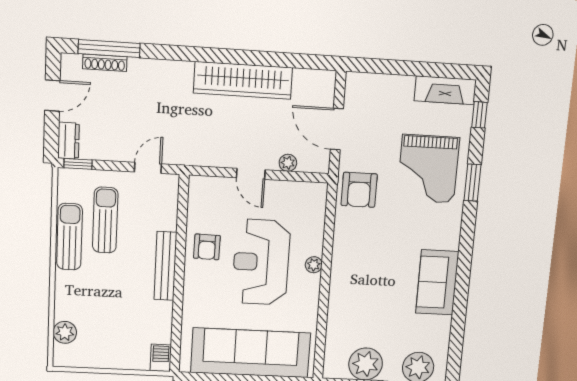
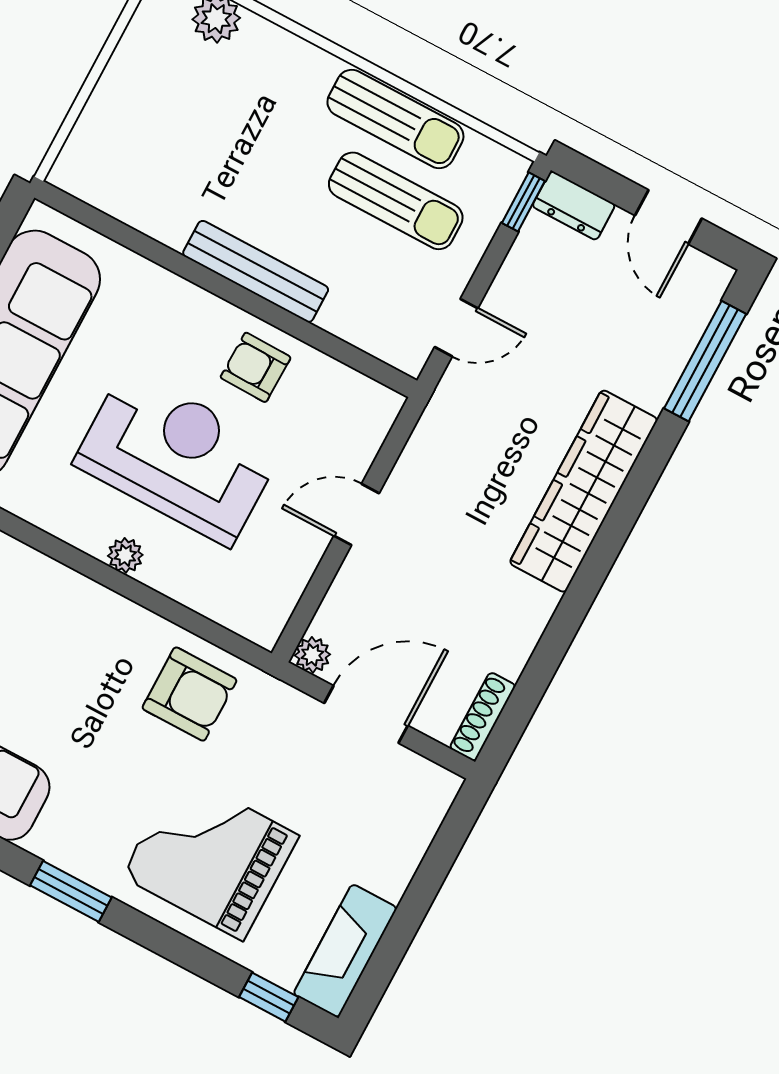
shoe rack: (105, 63) -> (483, 717), moved
wardrobe: (243, 80) -> (584, 491), moved
plant: (288, 163) -> (312, 655), moved
door: (148, 168) -> (456, 328), hinge flipped
window: (472, 183) -> (71, 891), moved
armchair: (359, 190) -> (189, 694), moved, turned 180
barbecue: (161, 358) -> (79, 176), removed

